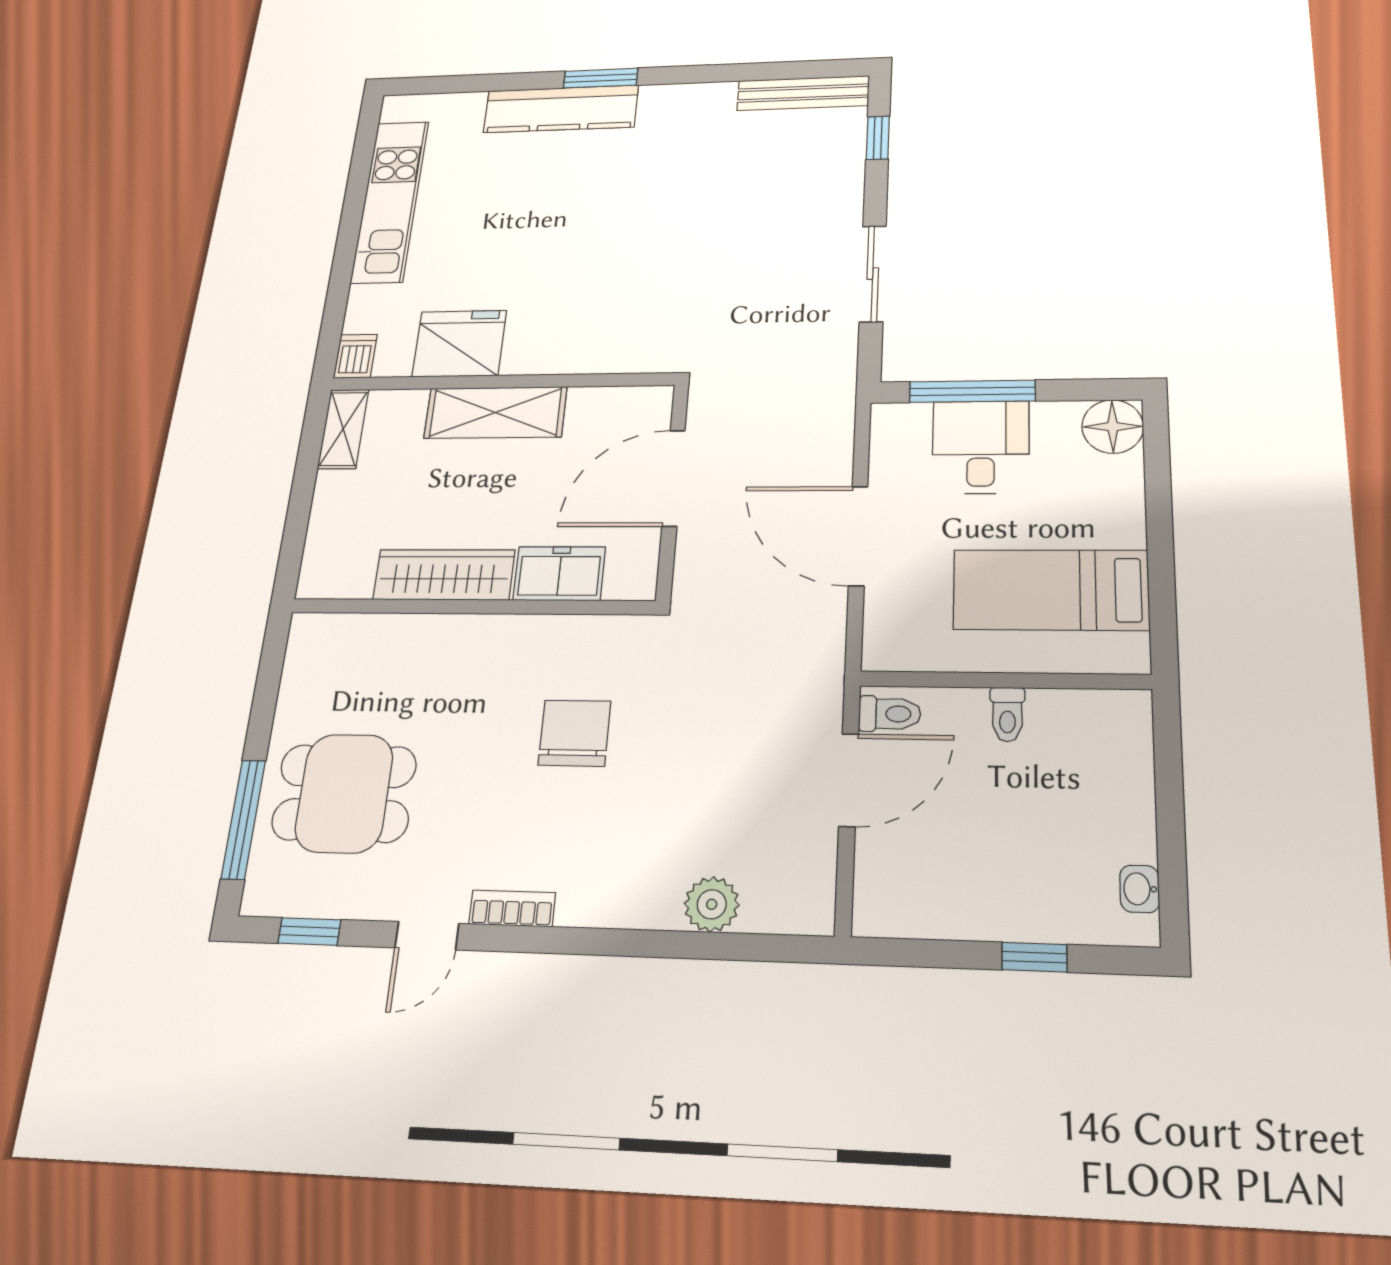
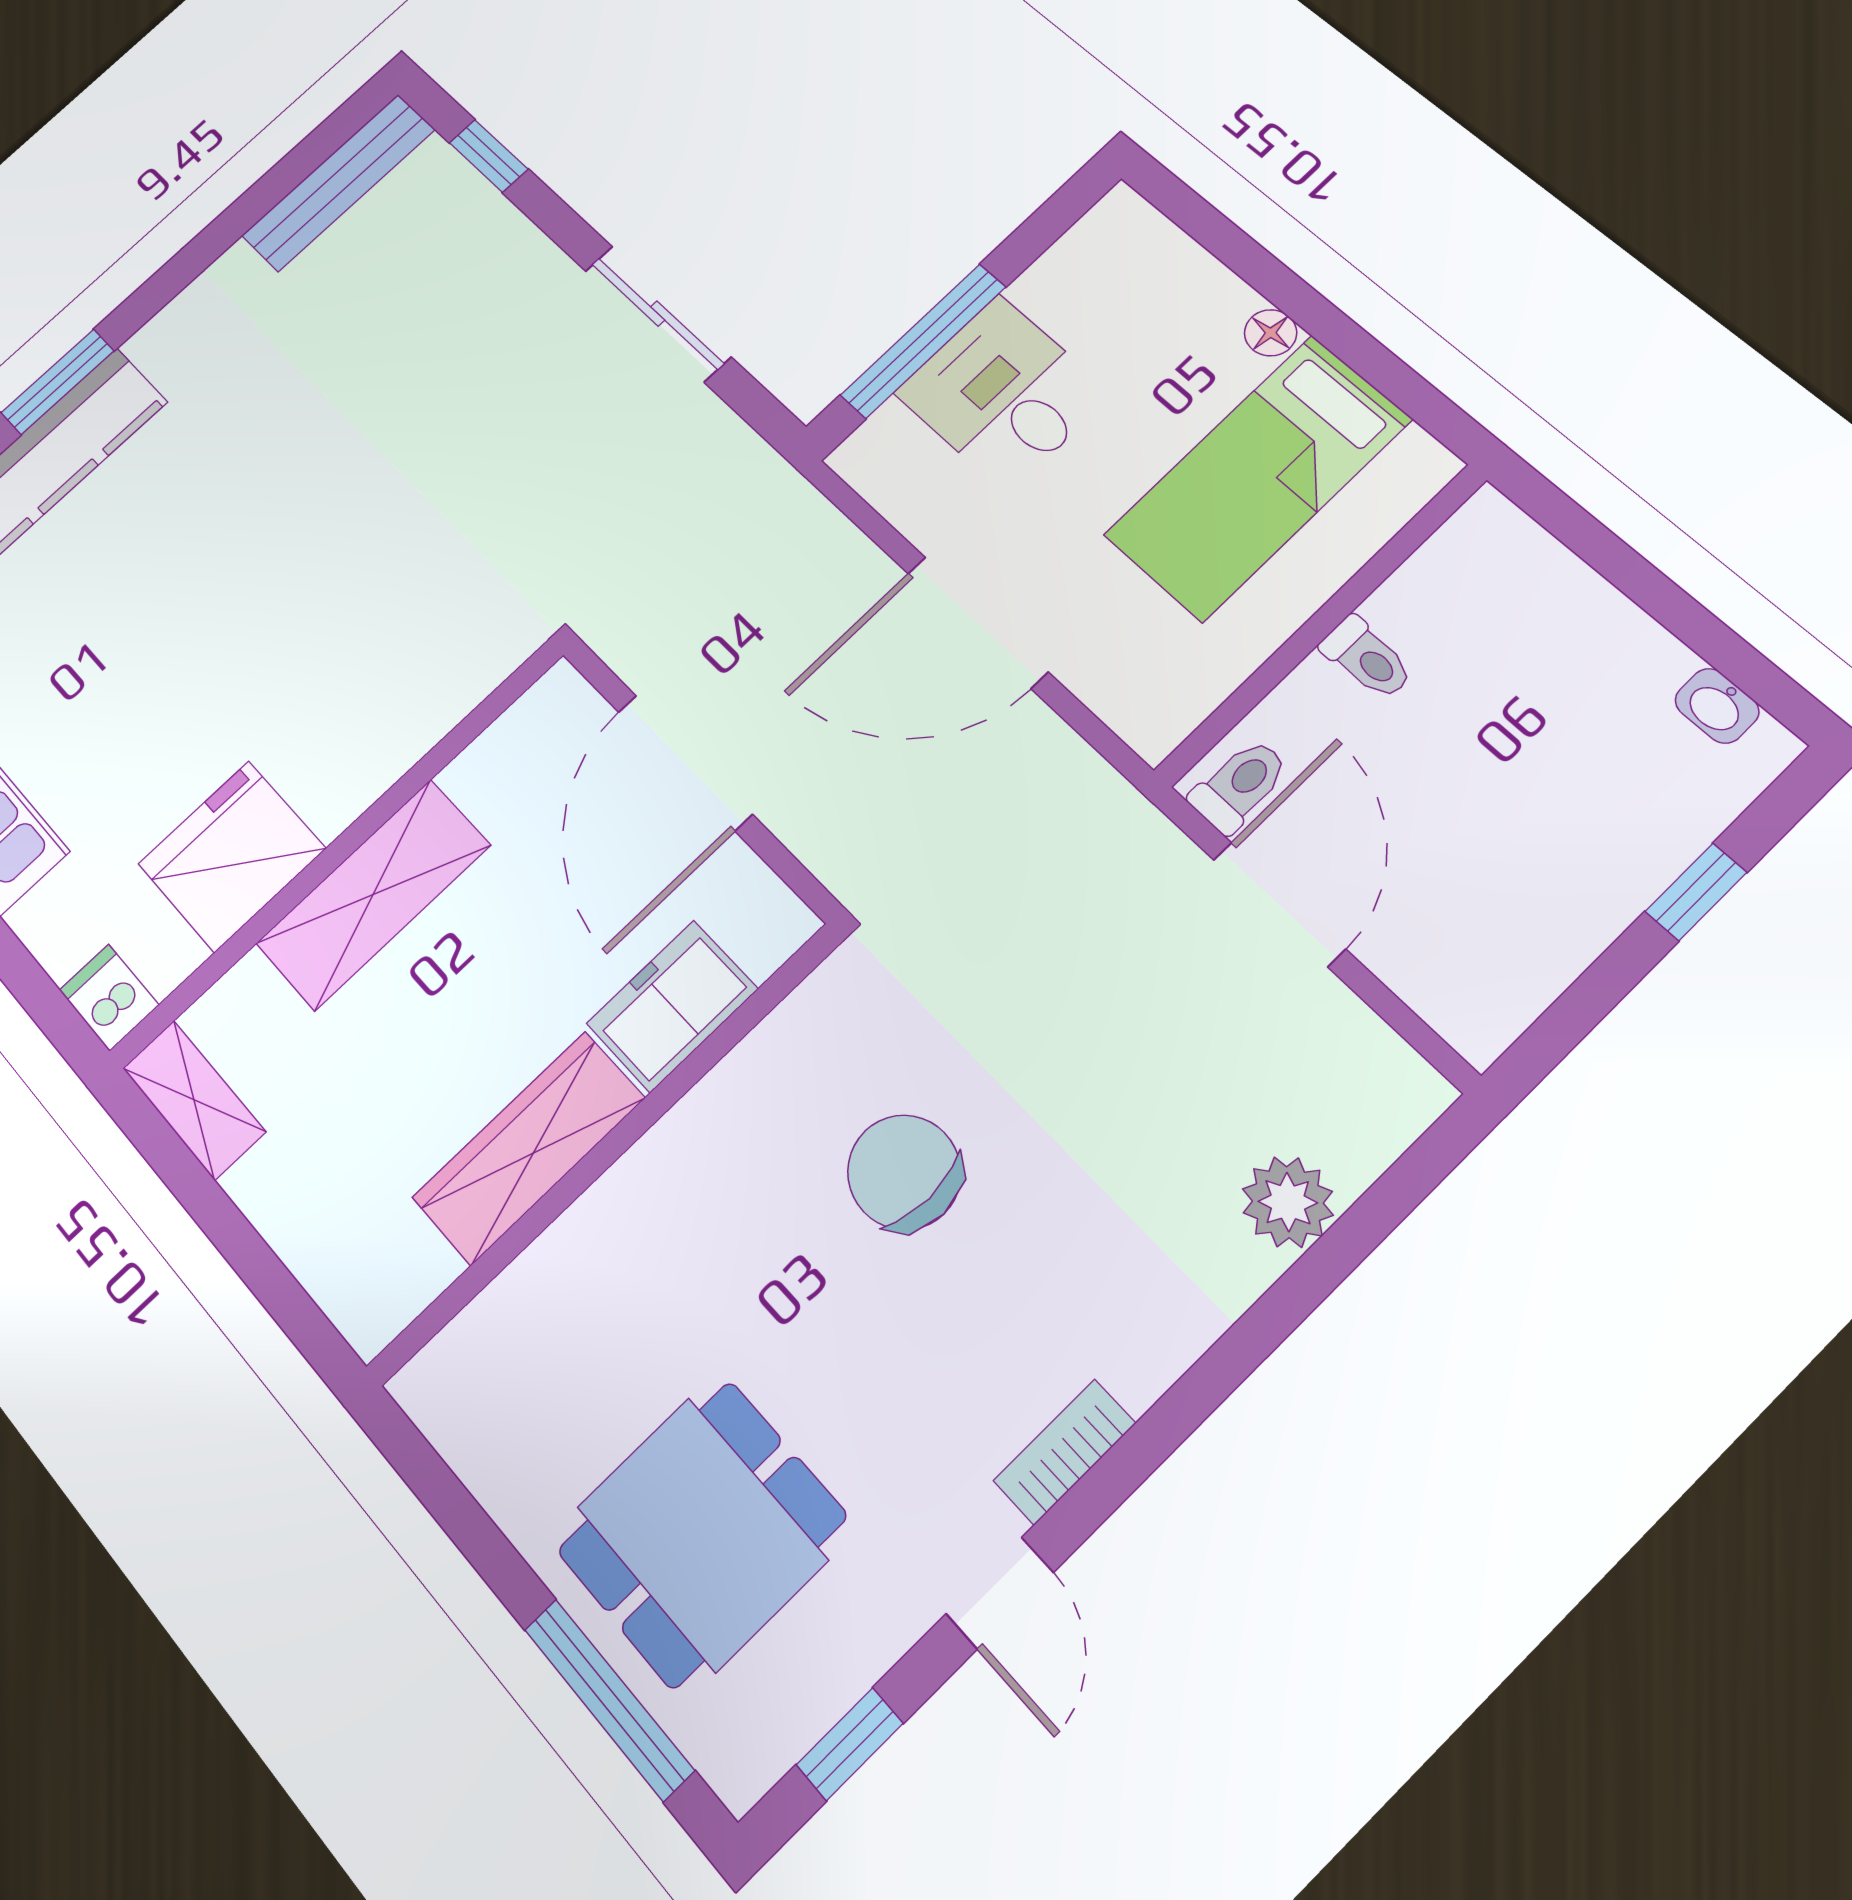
floor lamp: (1113, 427) -> (1271, 333), moved, width x0.53, depth x0.53

